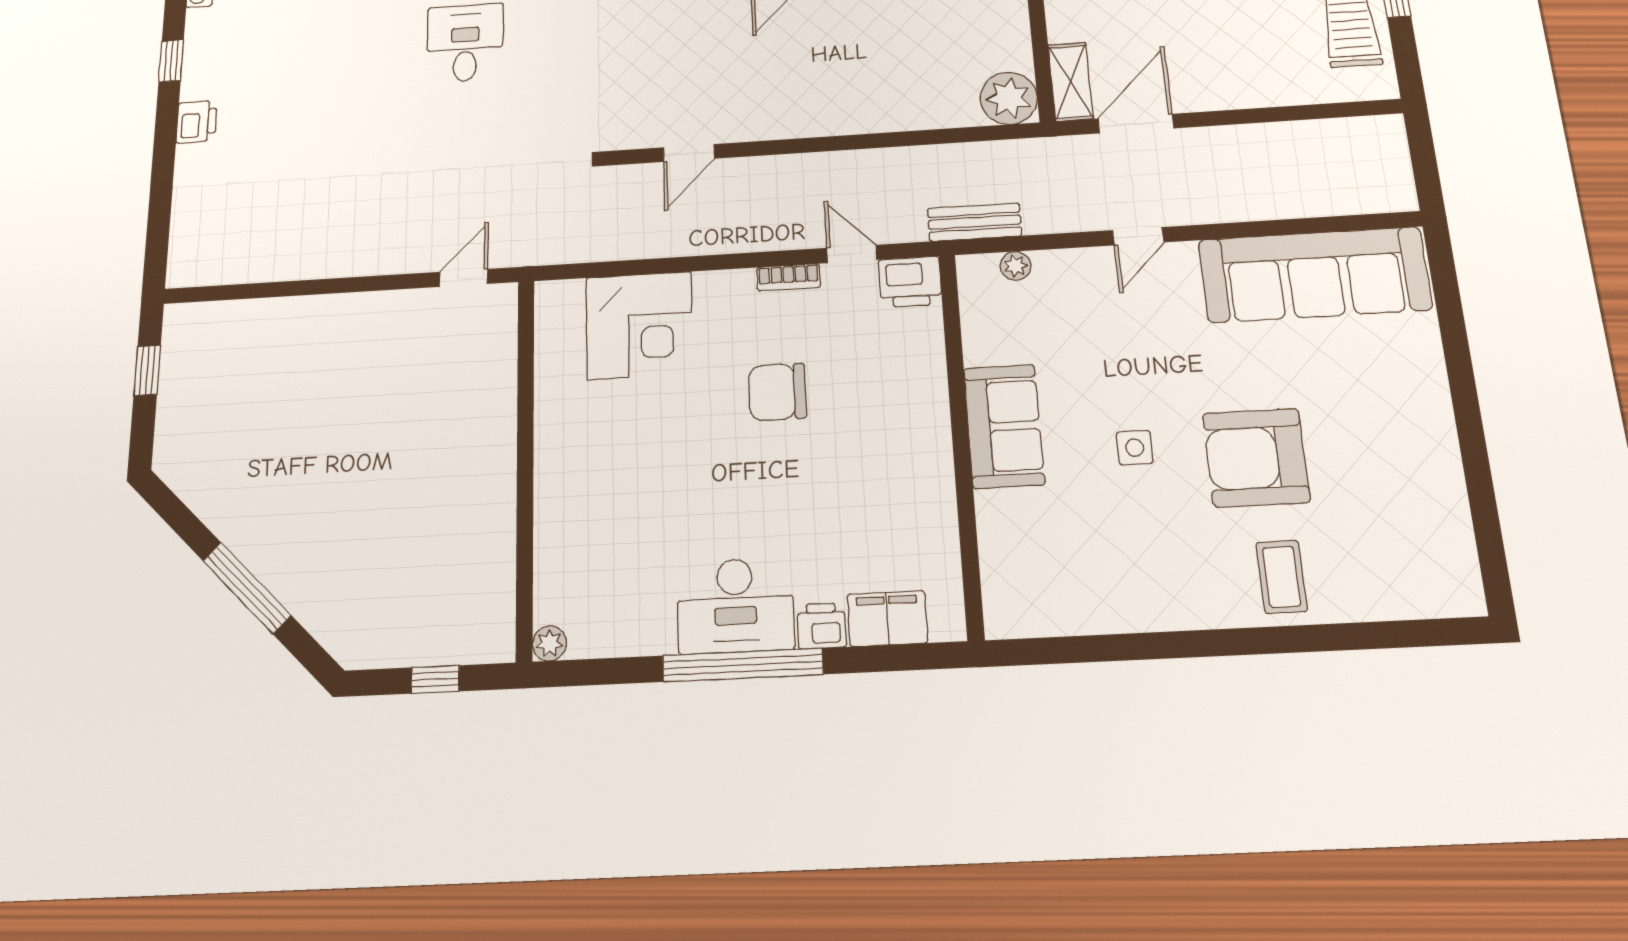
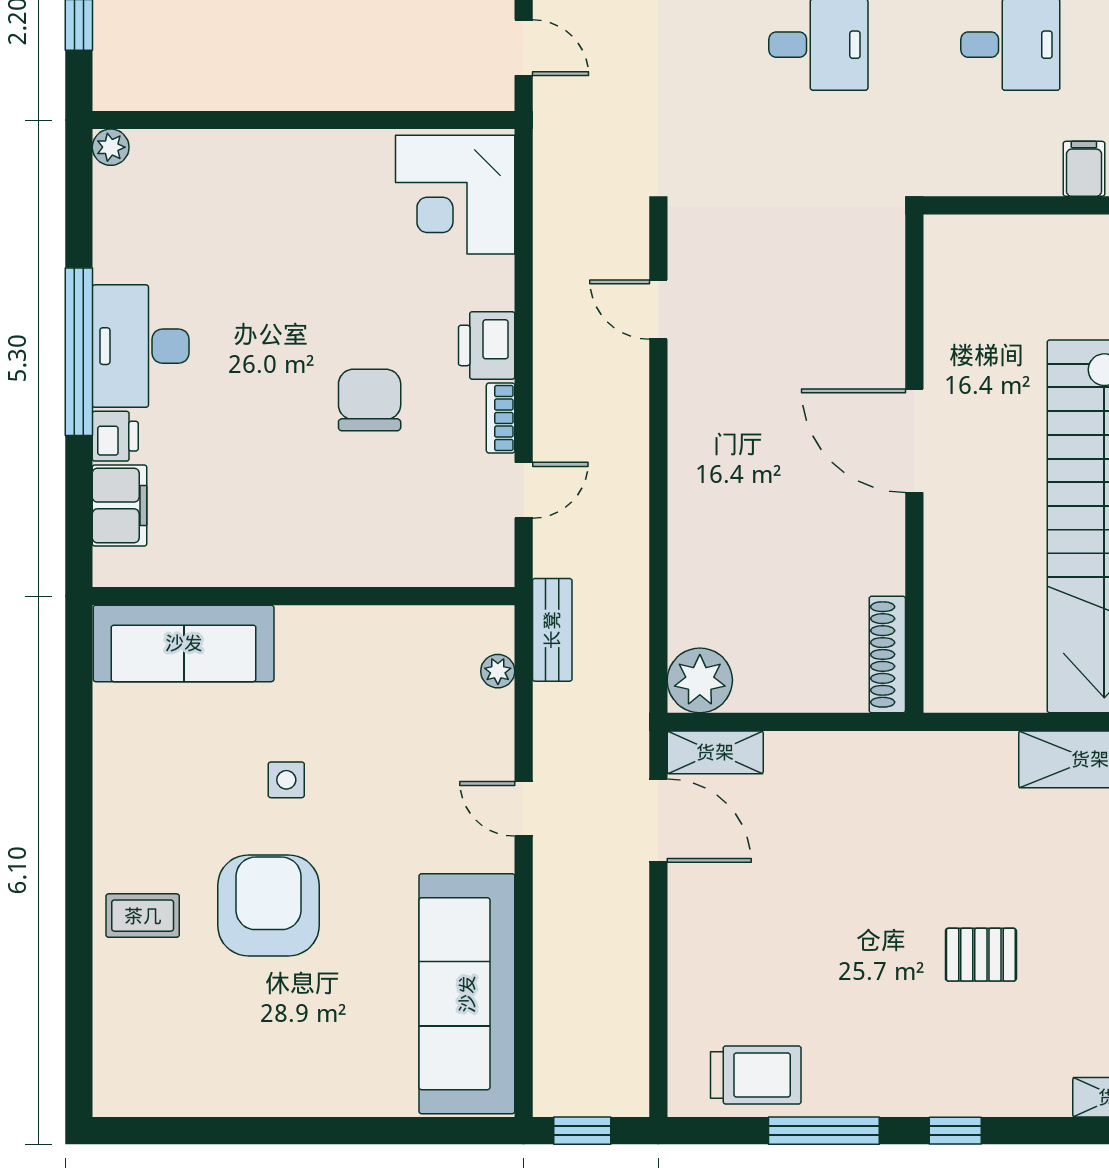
window: (1425, 168) -> (582, 1131), added
printer: (910, 282) -> (487, 345), moved
corner desk: (639, 325) -> (455, 195), moved
sofa: (1004, 426) -> (184, 643), moved, width x1.36

